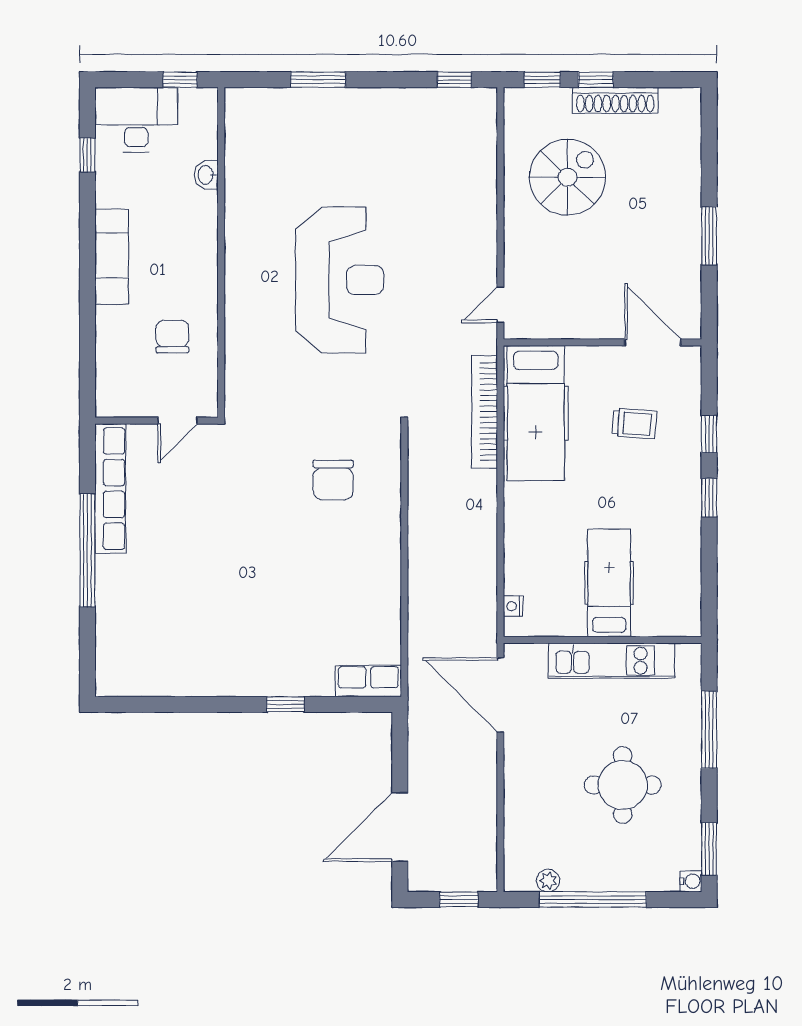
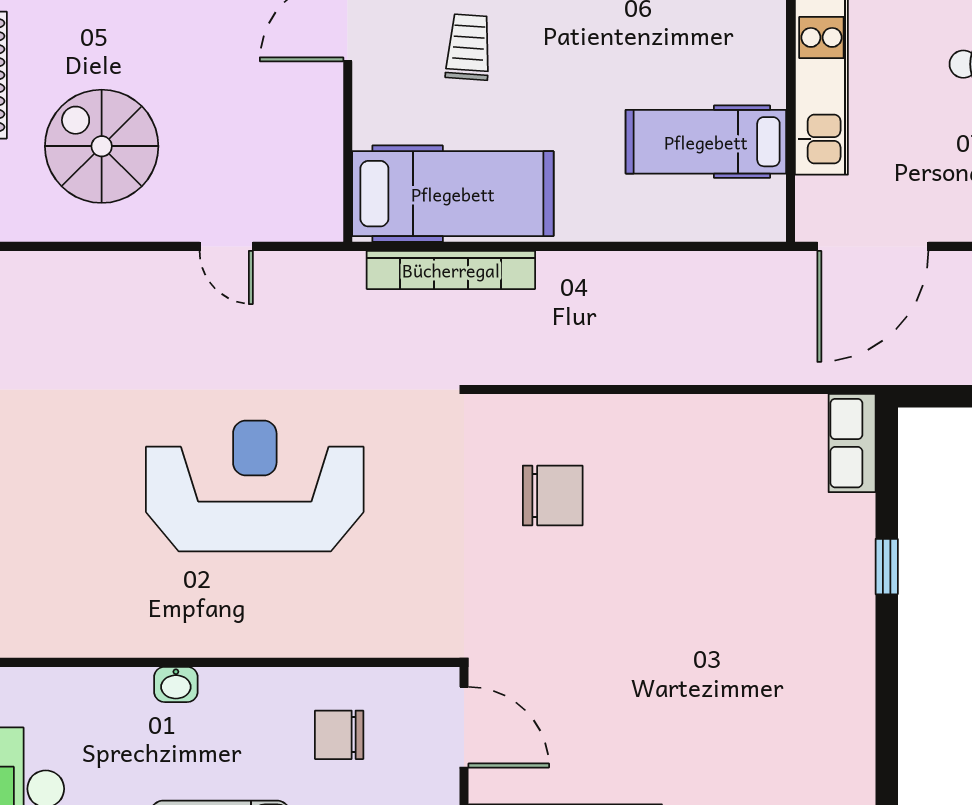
washbasin: (206, 175) -> (176, 684), moved
door: (500, 305) -> (226, 246), moved
door: (178, 421) -> (464, 727), width x1.38
hospital bed: (609, 583) -> (706, 142), moved
nightstand: (513, 606) -> (741, 227), removed

